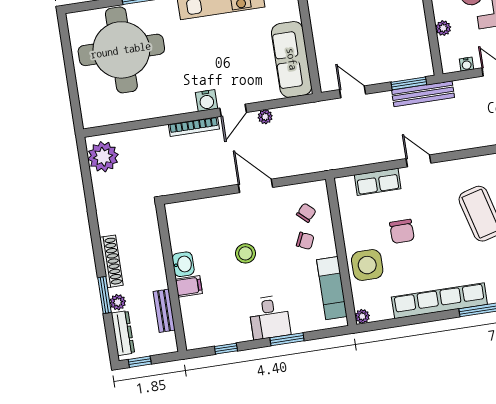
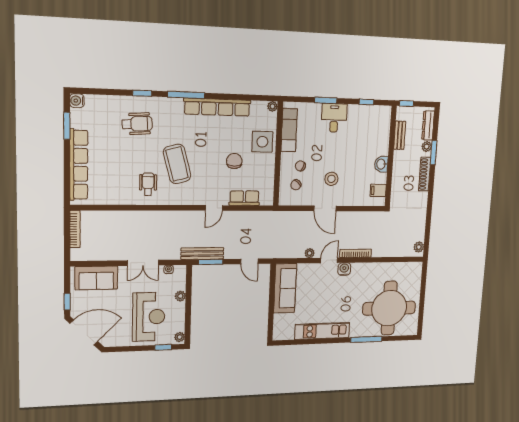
plant: (103, 157) -> (419, 247), width x0.53, depth x0.53
door: (418, 161) -> (214, 208), hinge flipped
stool: (245, 253) -> (331, 179), moved
filing cabinet: (189, 286) -> (378, 190), moved
window: (140, 362) -> (406, 104), moved

